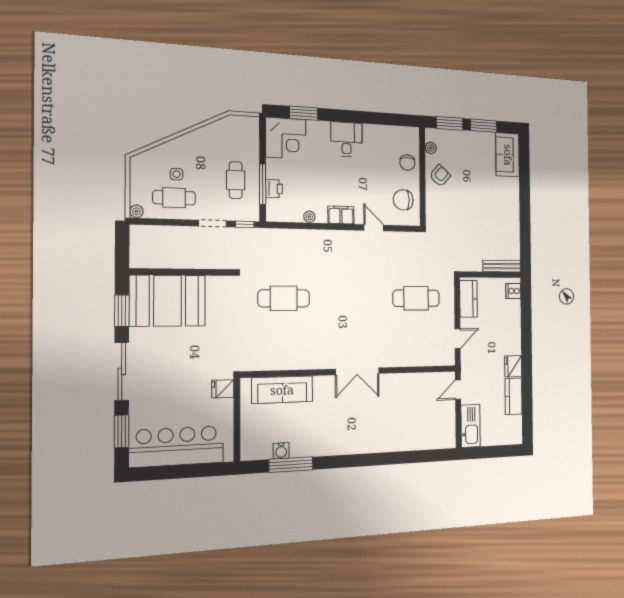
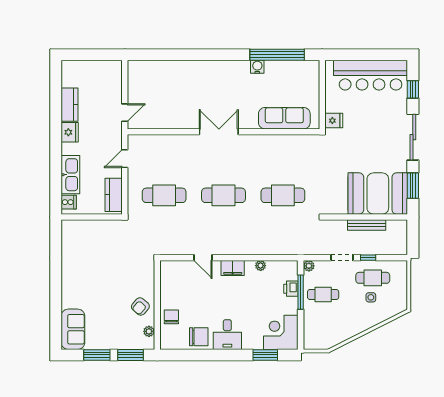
cafe table: (236, 180) -> (323, 295), turned 90
chair: (403, 200) -> (199, 337), moved
plant: (137, 211) -> (309, 266), moved
window: (245, 224) -> (368, 258), moved
bench: (502, 266) -> (367, 225), moved
cafe table: (352, 298) -> (224, 195), added
kitchen sink: (471, 426) -> (70, 175), moved, turned 180
window: (122, 431) -> (413, 89), width x0.67
water cooler: (281, 451) -> (257, 67), moved
window: (291, 465) -> (277, 55), width x1.46

